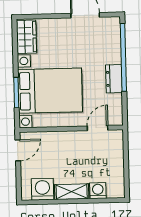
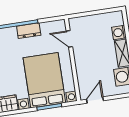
door: (18, 150) -> (95, 100), hinge flipped

